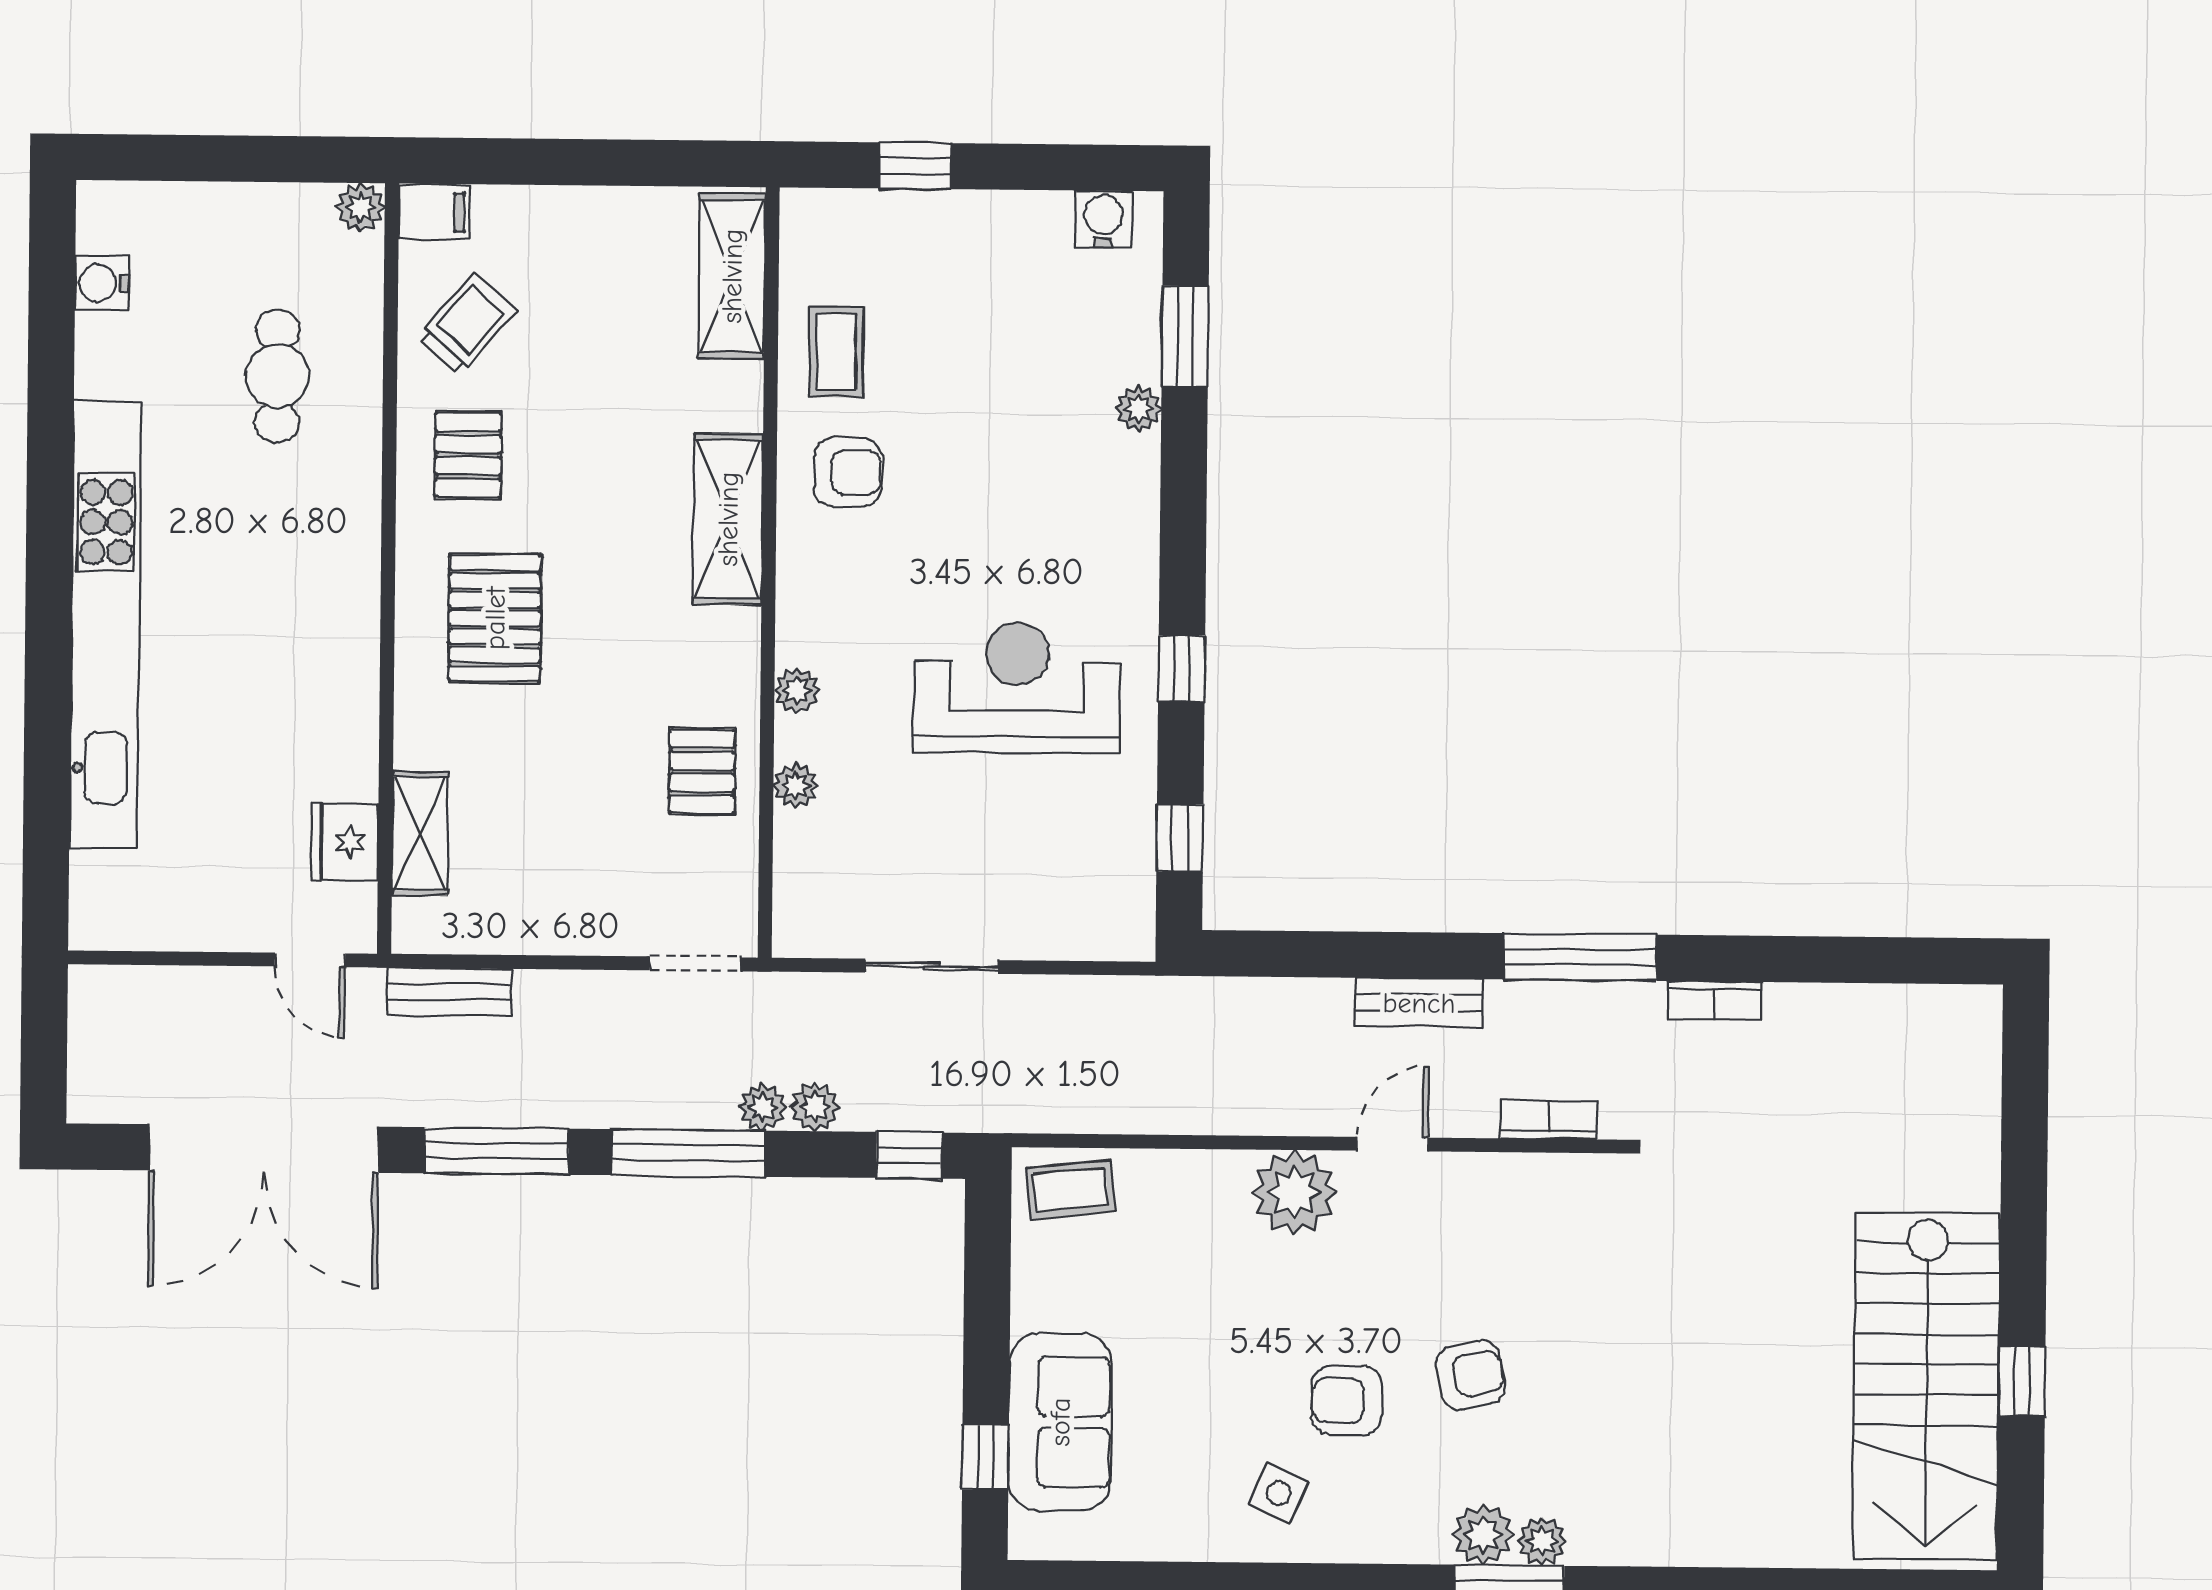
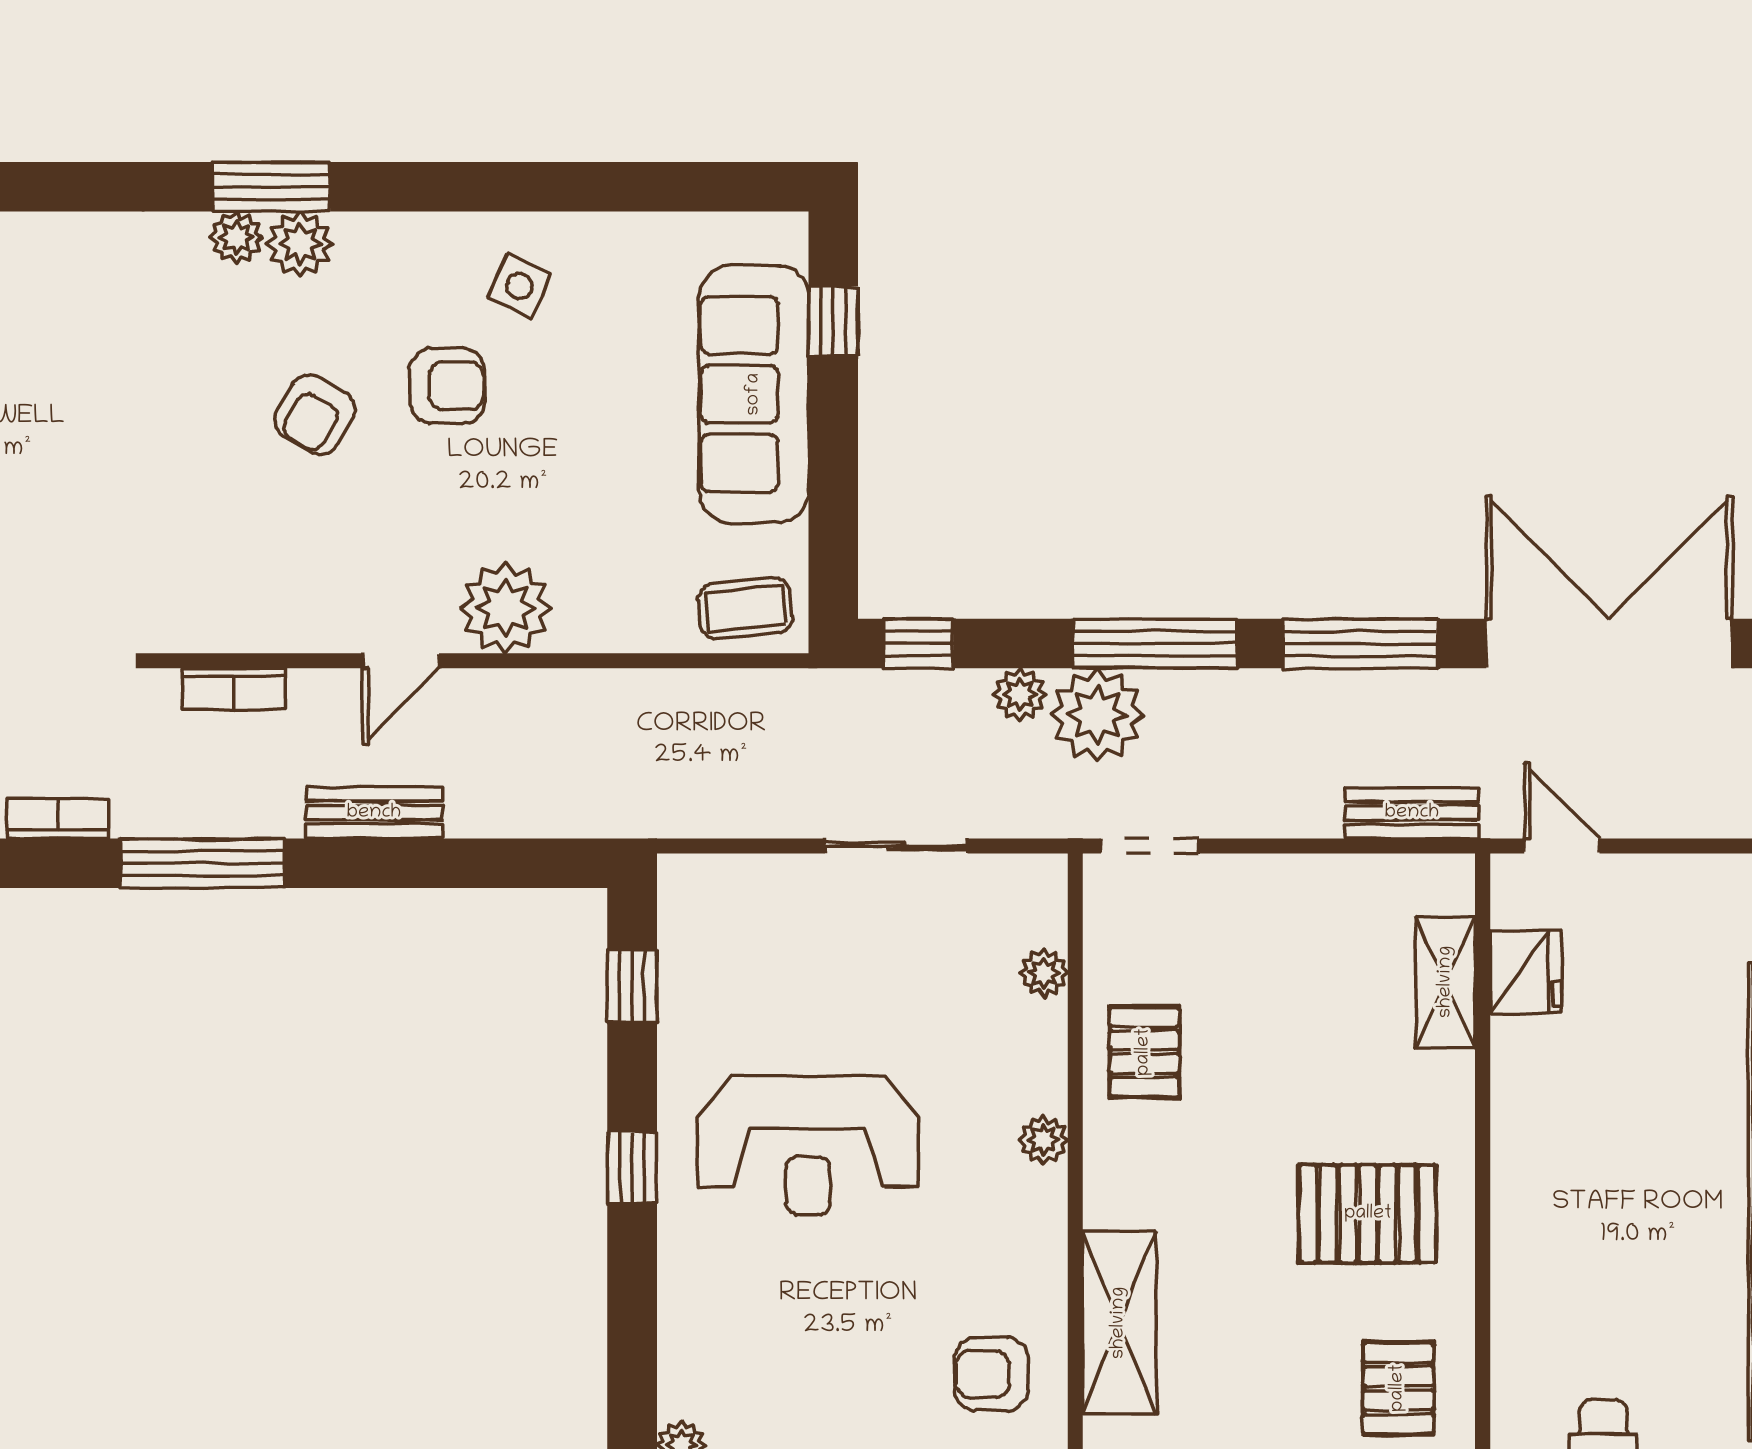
pallet: (495, 618) -> (1368, 1214), turned 90
plant: (796, 786) -> (1044, 973), moved
plant: (763, 1107) -> (1097, 715), width x1.88, depth x1.88
armchair: (1471, 1375) -> (315, 415), turned -48
sofa: (1060, 1422) -> (754, 394), width x1.36

